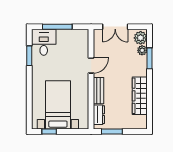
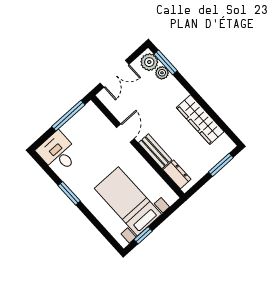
window: (57, 27) -> (68, 116), moved
window: (29, 56) -> (69, 193), moved
window: (149, 58) -> (166, 62), moved
window: (112, 132) -> (221, 165), moved

